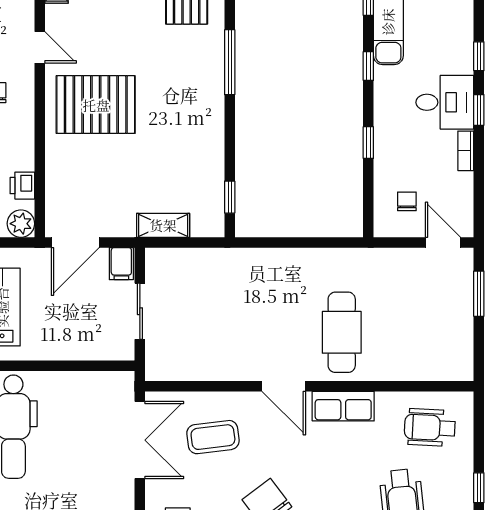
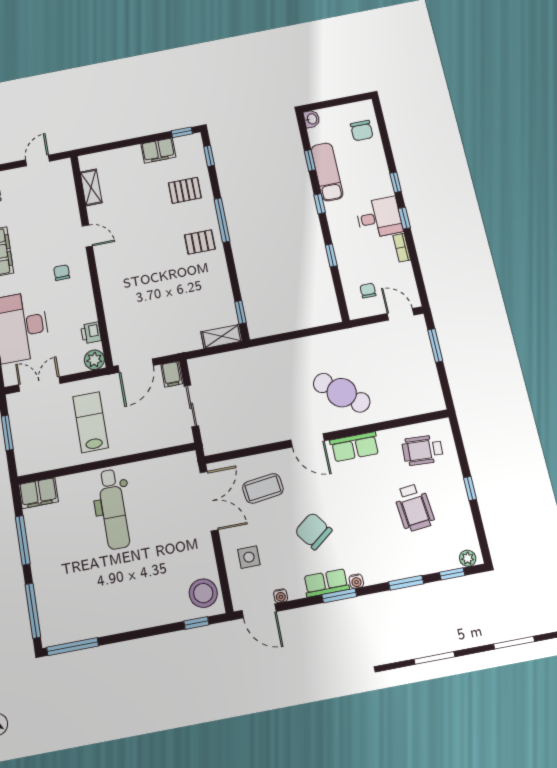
pallet: (96, 105) -> (200, 242), moved, width x0.49, depth x0.50
shelving: (163, 225) -> (222, 336), moved
cafe table: (342, 332) -> (342, 393), turned -51

